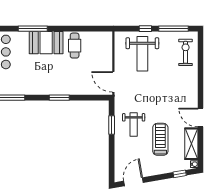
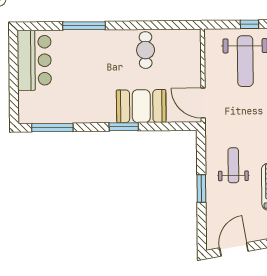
booth: (46, 43) -> (141, 106), moved
window: (112, 125) -> (201, 188), moved
weight bench: (134, 125) -> (233, 165), turned 180

